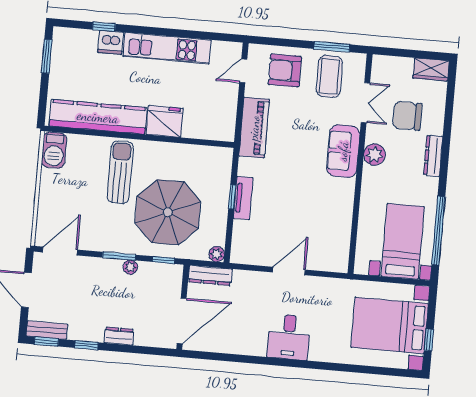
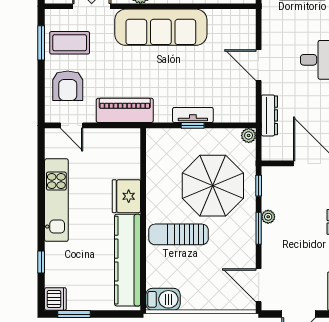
dishwasher: (111, 42) -> (55, 299), moved
sofa: (343, 151) -> (161, 27), width x1.85, depth x1.27
dresser: (210, 275) -> (269, 115), moved

